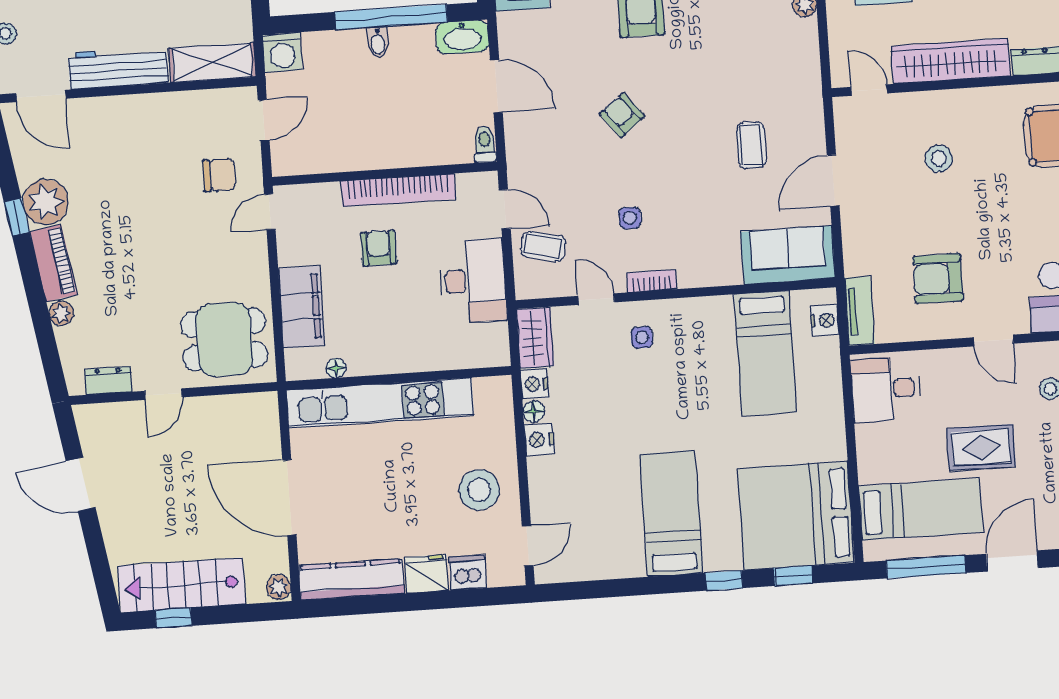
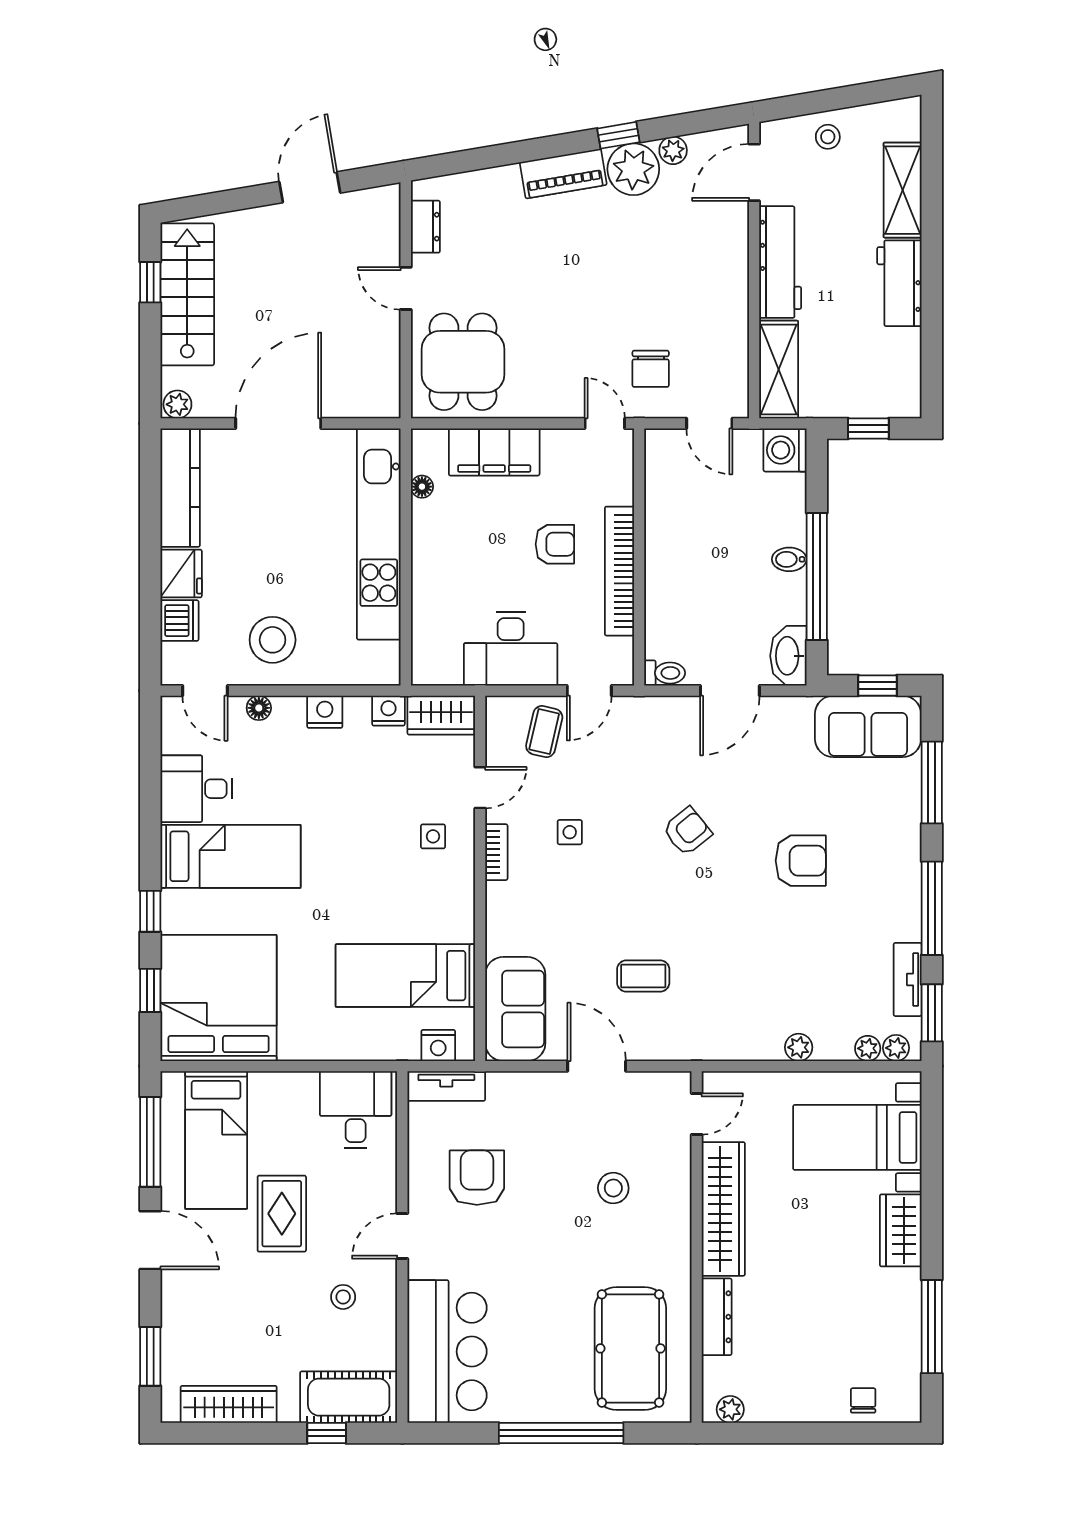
plant: (61, 313) -> (673, 150), moved
floor lamp: (534, 411) -> (259, 708), moved
desk: (614, 547) -> (196, 789), added

